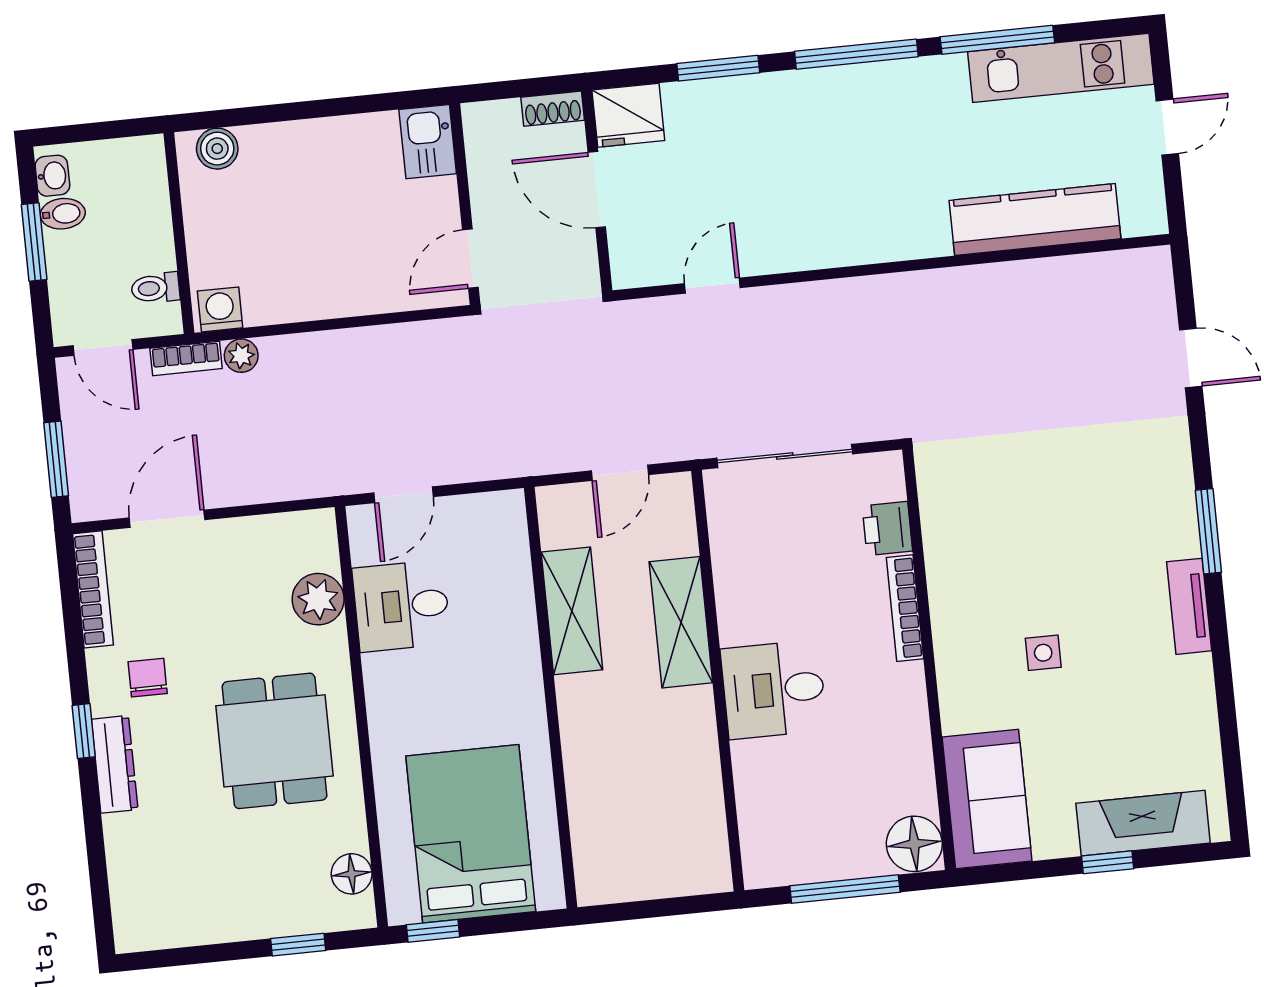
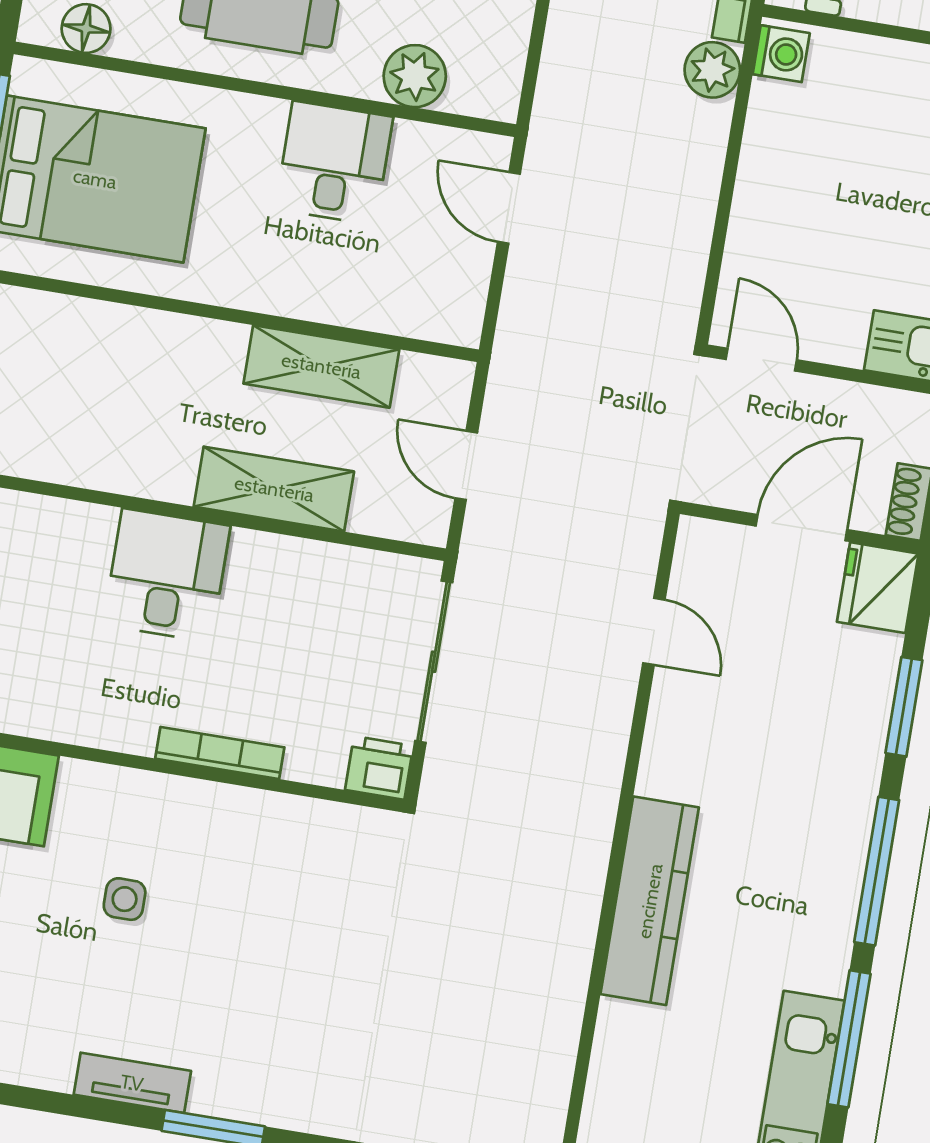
kitchen counter: (1035, 220) -> (650, 901), moved
plant: (241, 356) -> (712, 70), width x1.38, depth x1.38
printer: (887, 528) -> (379, 768), moved
desk: (402, 606) -> (334, 163), moved

